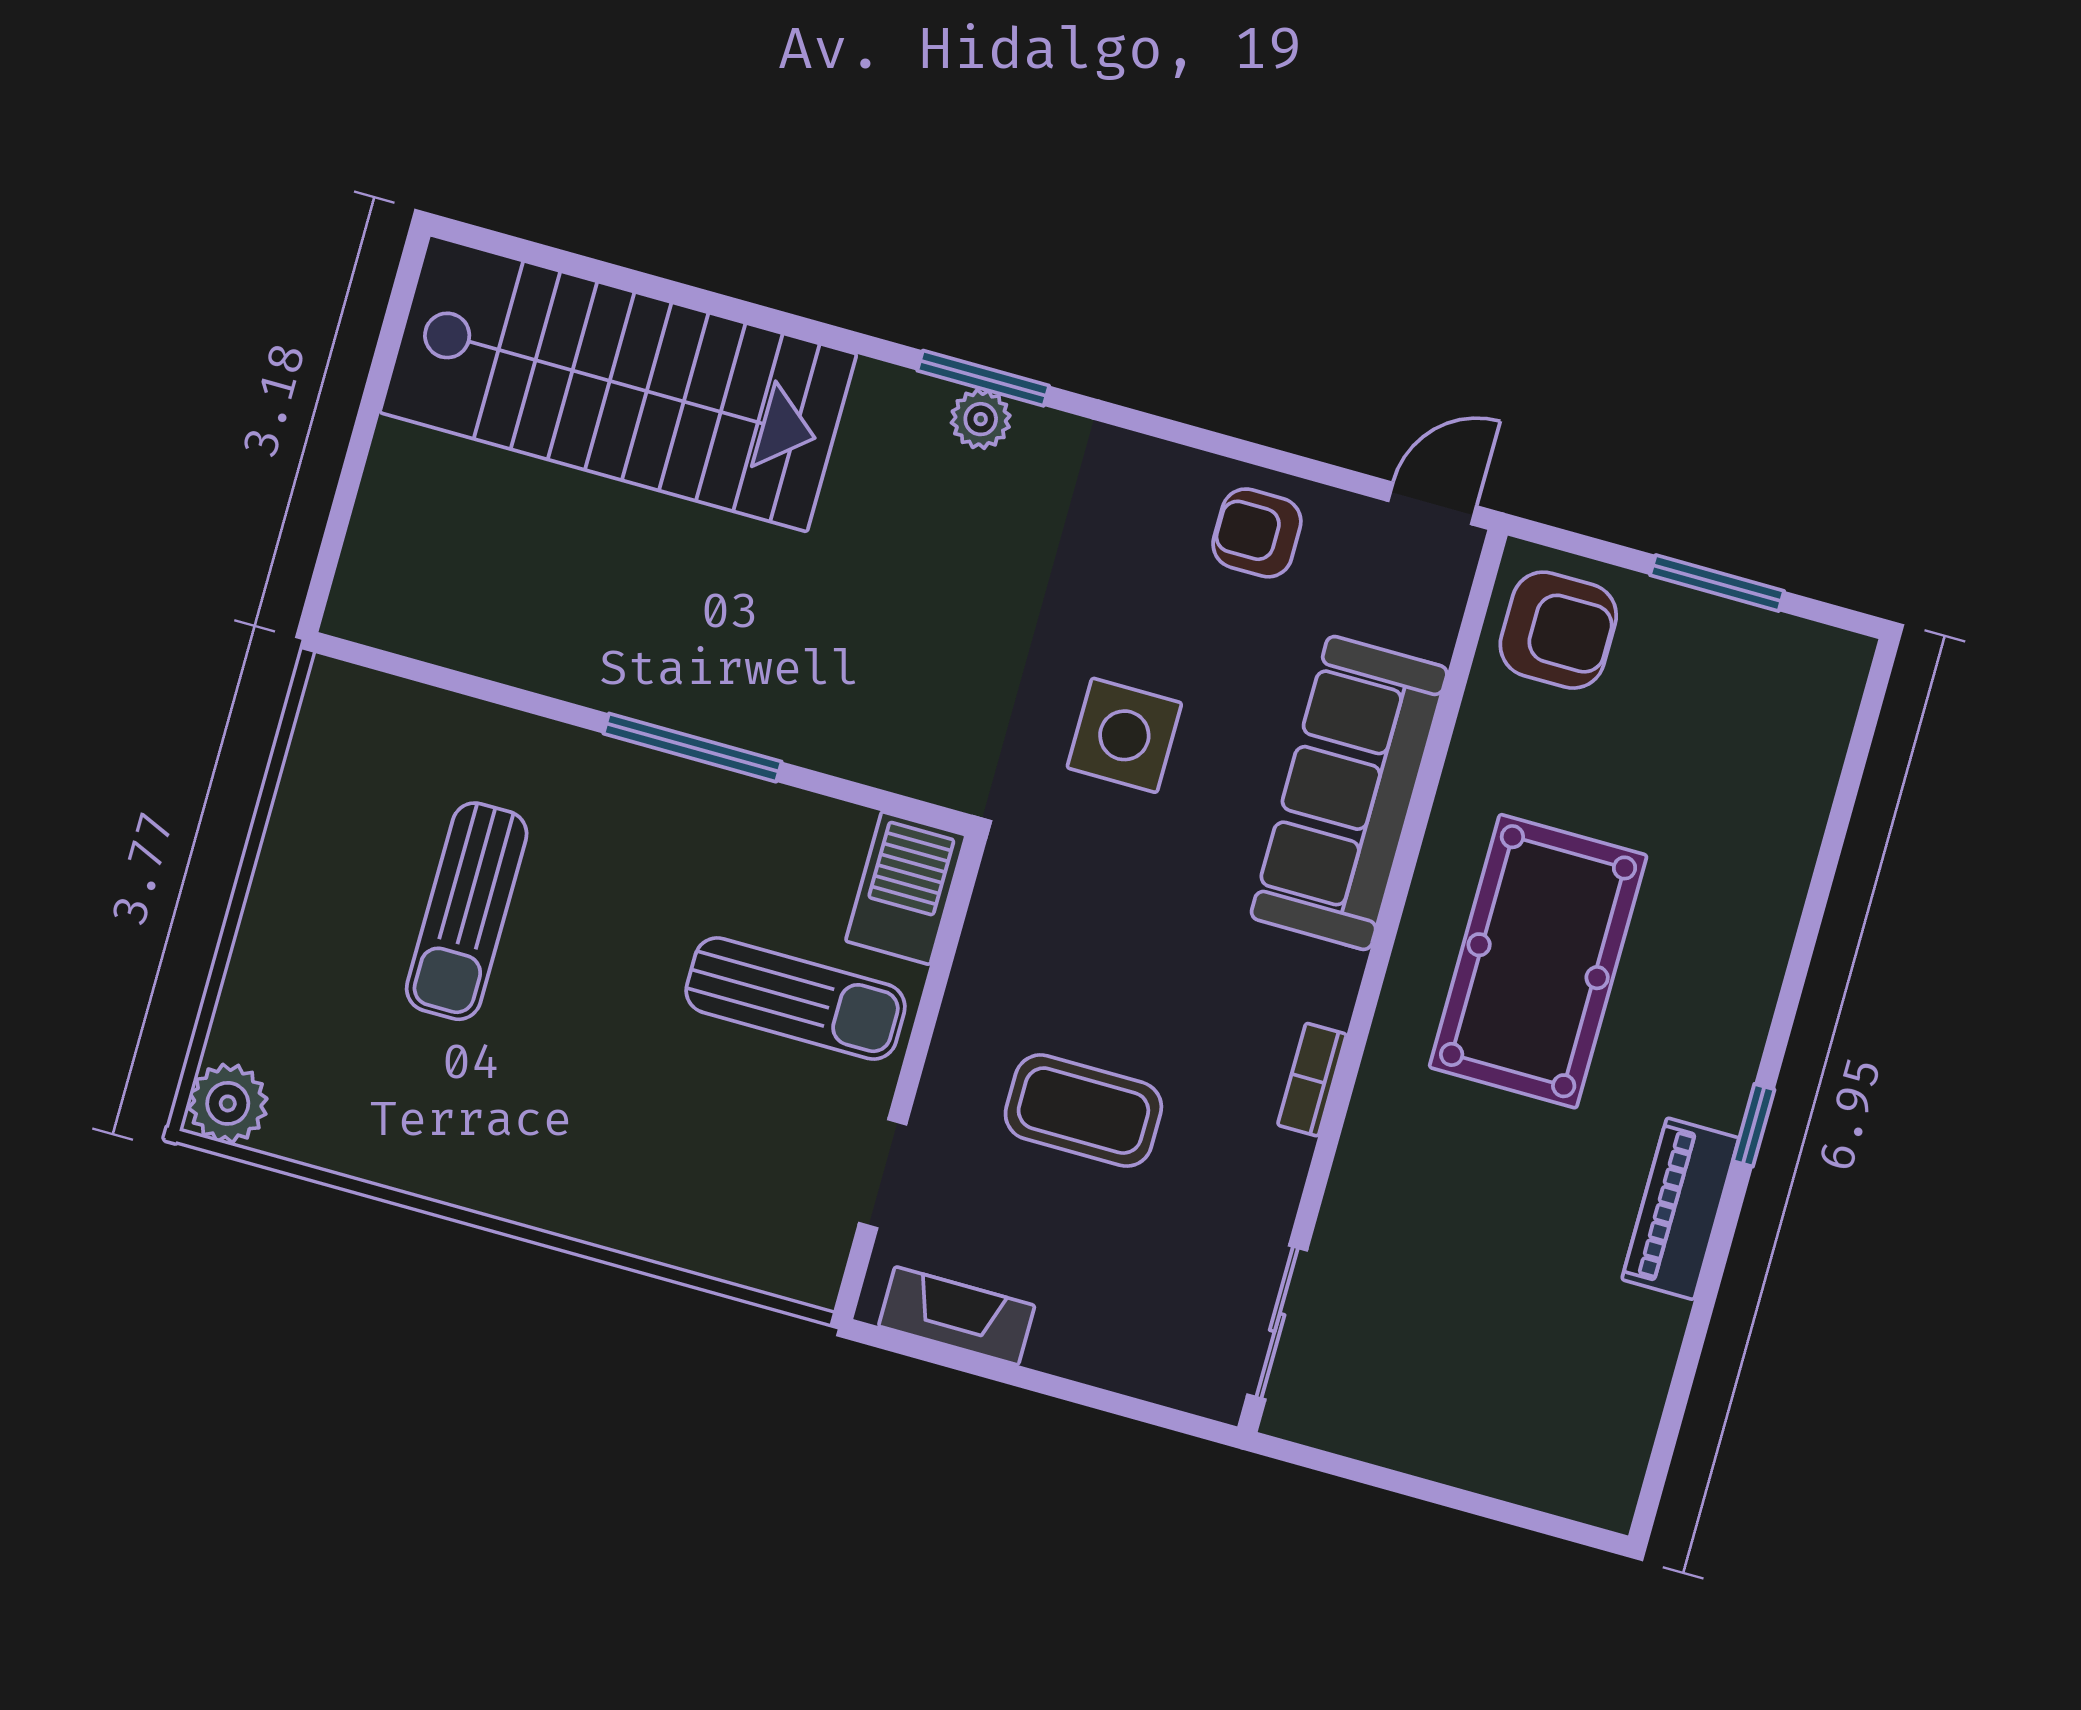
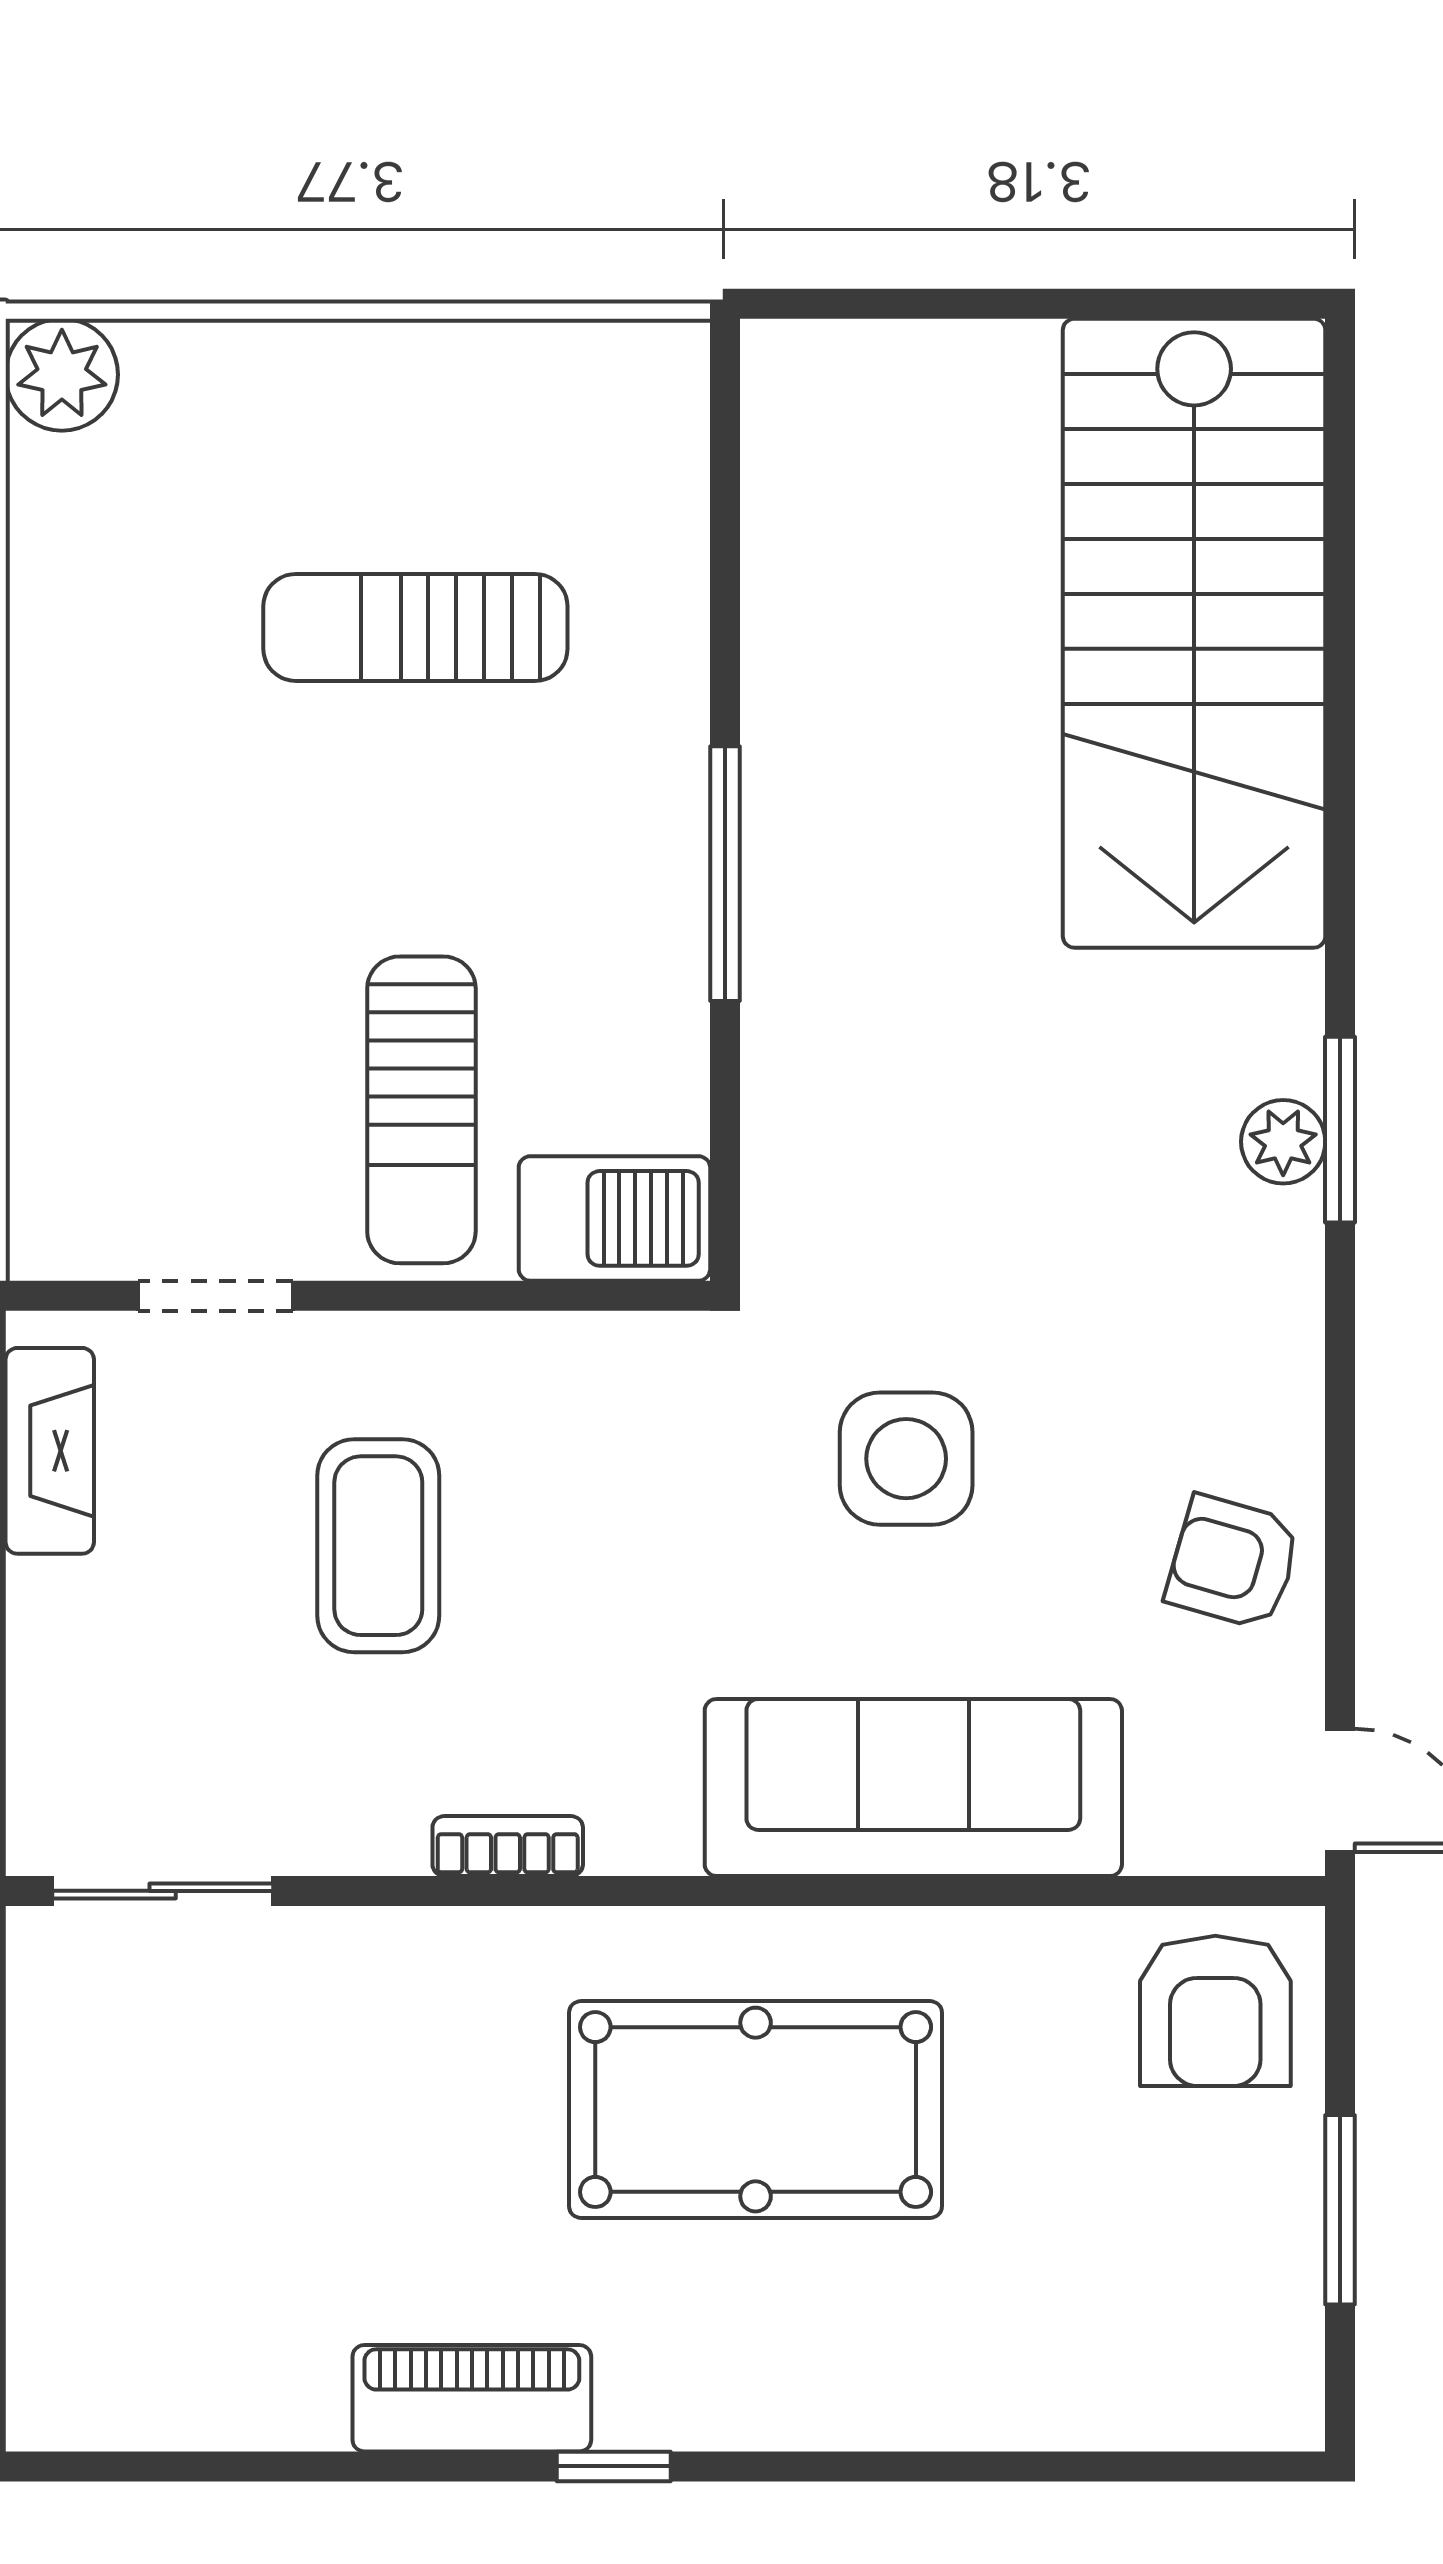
armchair: (1257, 533) -> (1233, 1562), turned -74

